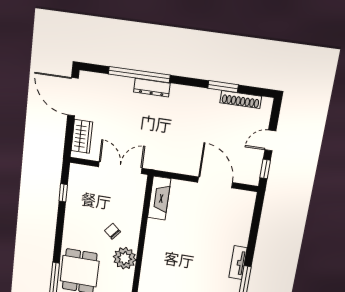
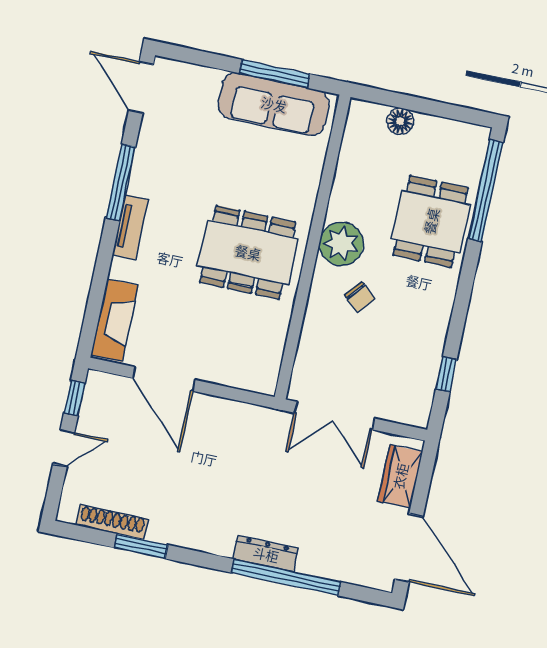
fireplace: (159, 198) -> (115, 320), moved, turned 180
dining table: (174, 252) -> (248, 252), added

